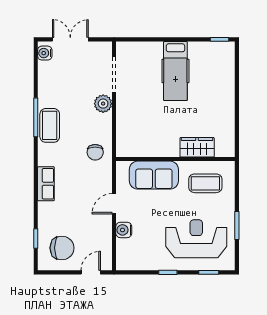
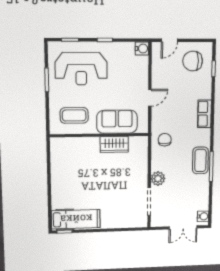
hospital bed: (175, 71) -> (76, 219), moved, turned 90
wardrobe: (197, 147) -> (114, 144), moved
water cooler: (124, 230) -> (142, 49), moved

